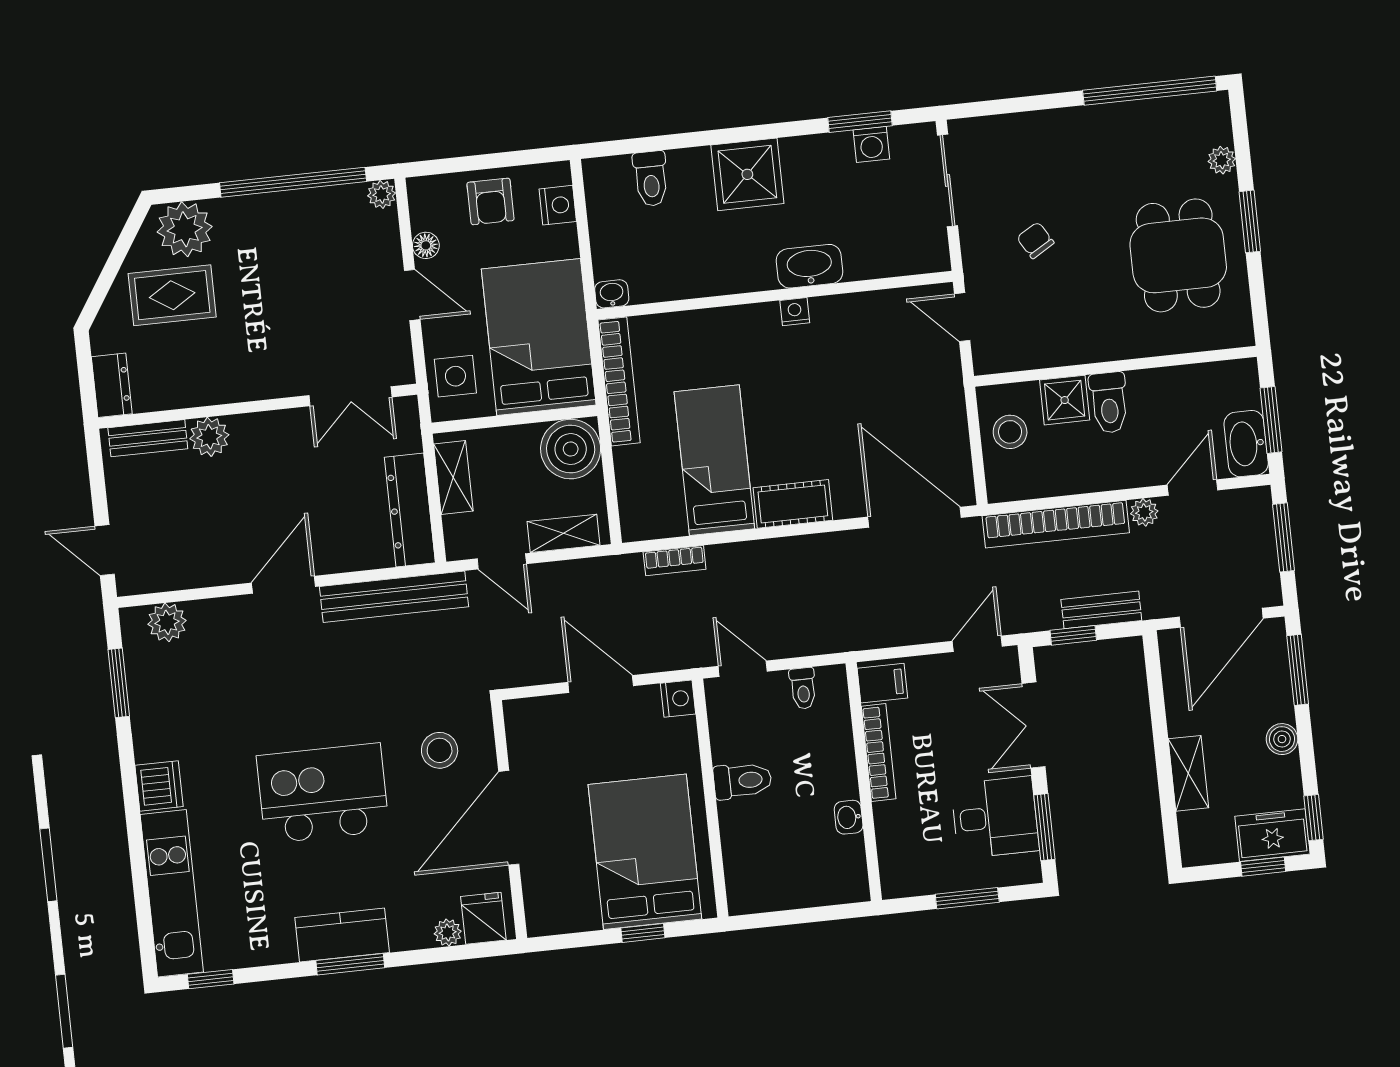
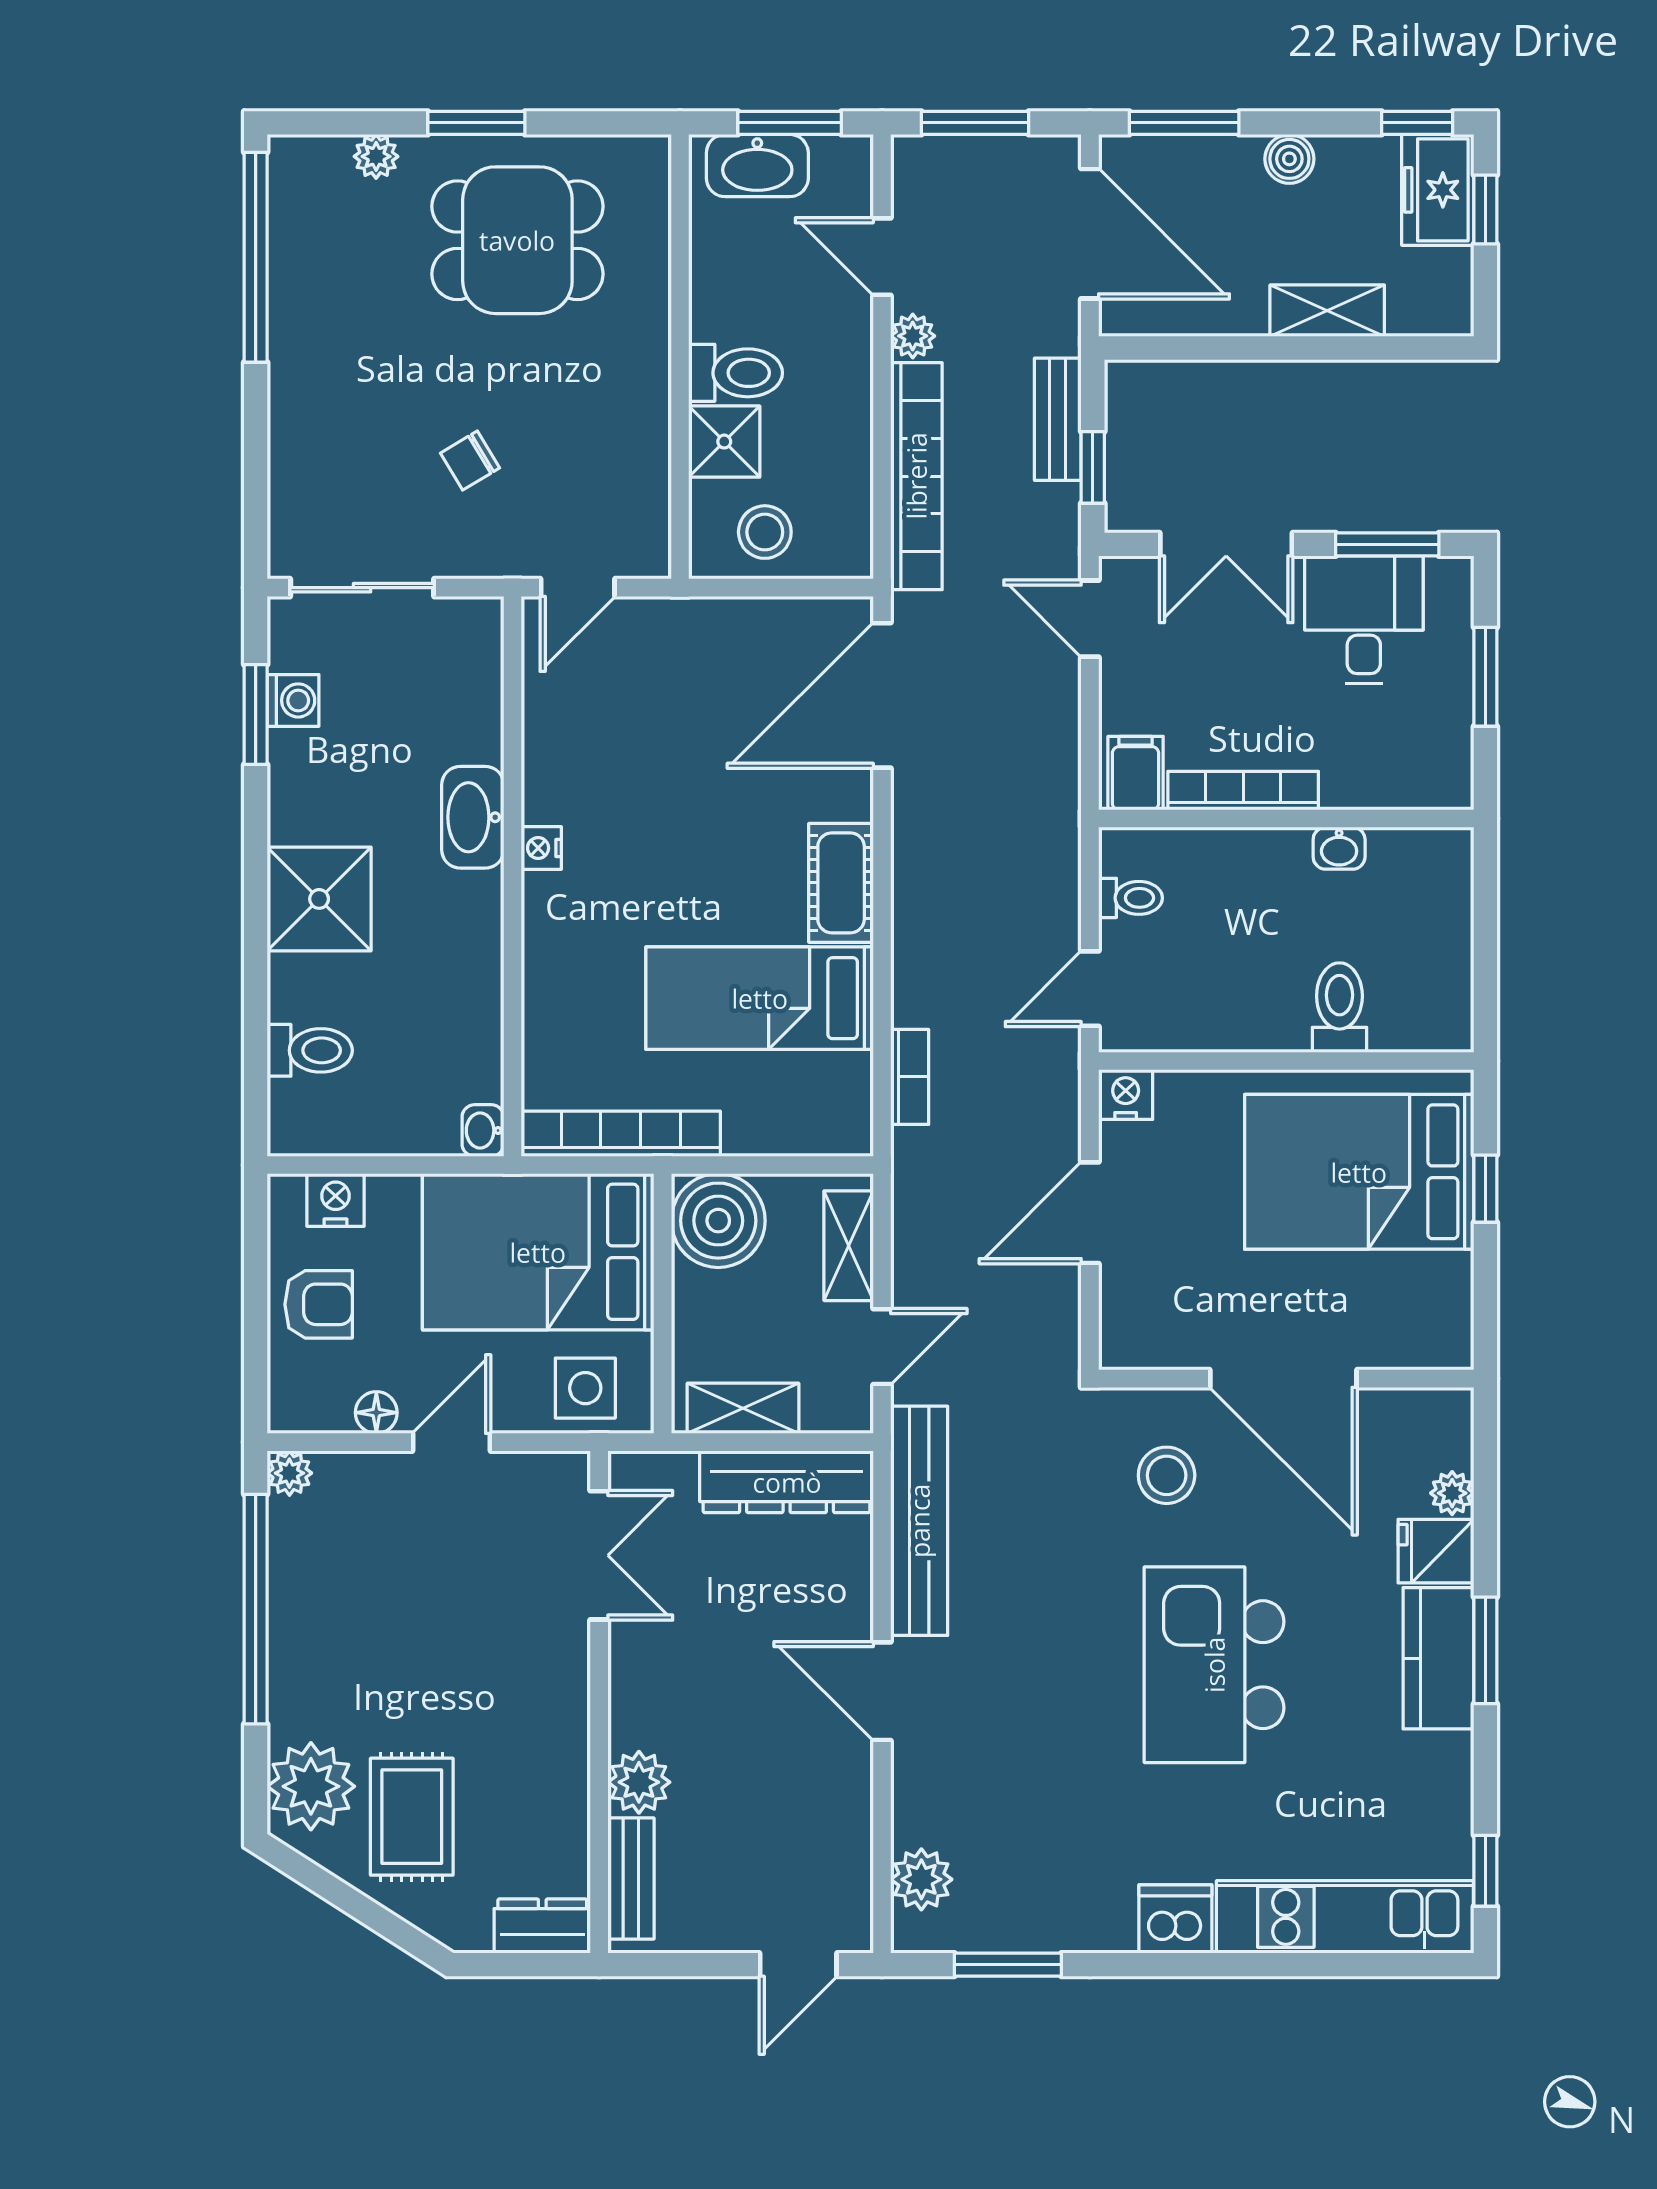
washbasin: (1246, 444) -> (757, 166), moved
toilet: (743, 781) -> (1339, 1008), moved
fridge: (483, 918) -> (1436, 1551), moved

